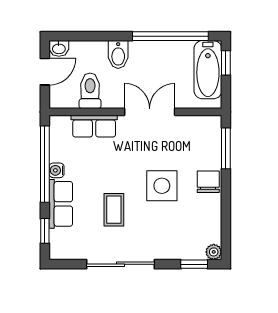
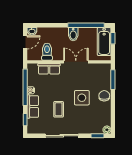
bidet: (118, 55) -> (73, 34), moved

